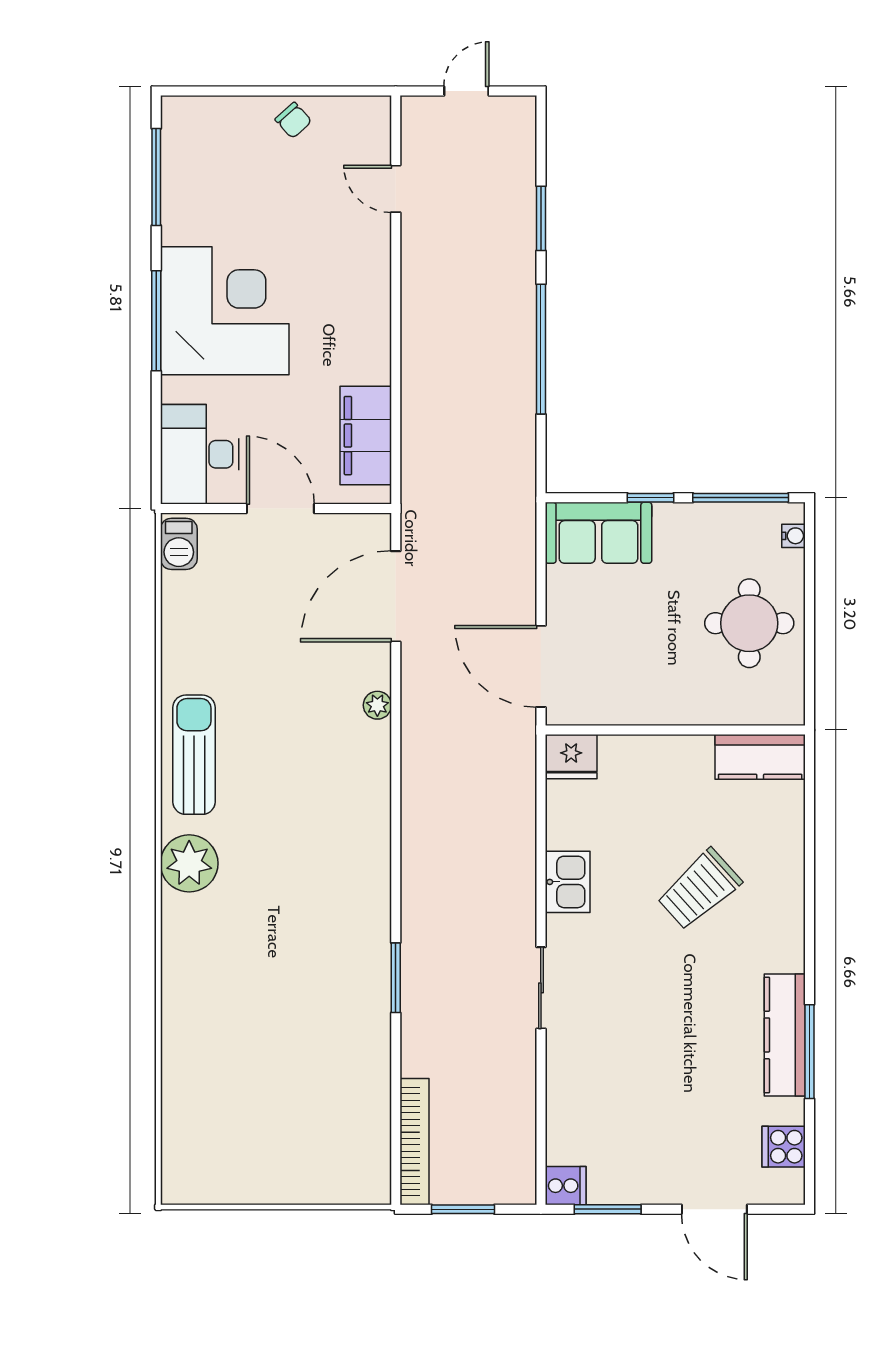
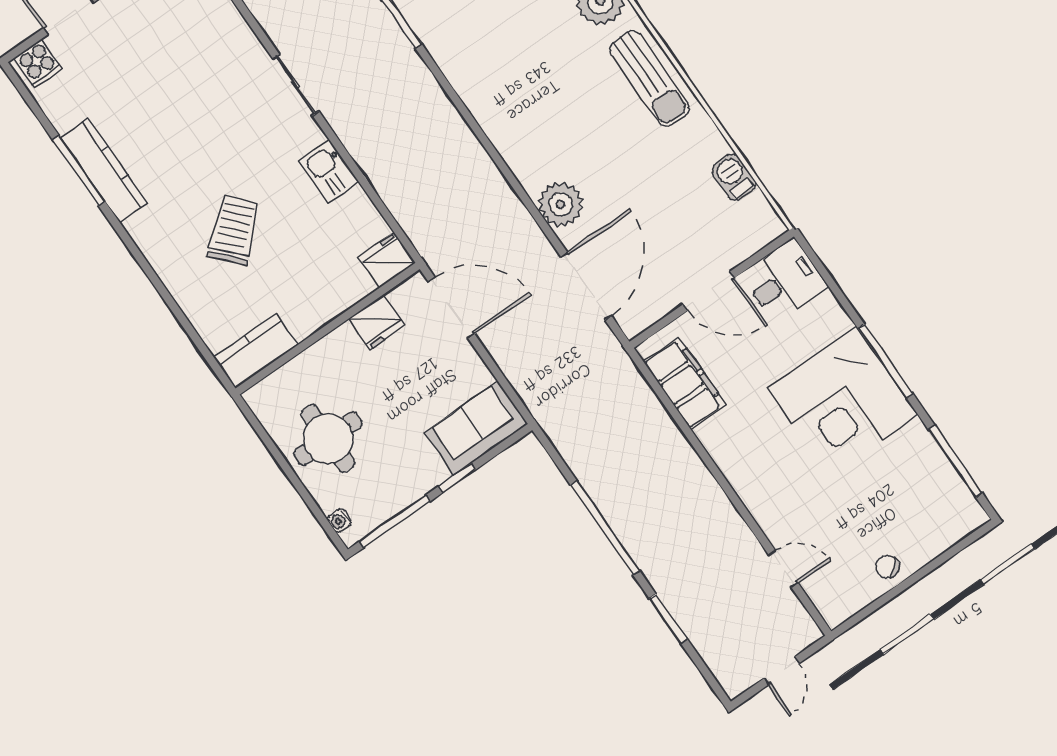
desk: (200, 454) -> (784, 280), width x0.73
barbecue: (179, 544) -> (734, 177), moved
fridge: (623, 703) -> (376, 322), added
plant: (377, 705) -> (561, 204), width x1.87, depth x1.87
cooker: (784, 1147) -> (38, 63), moved, turned 90

